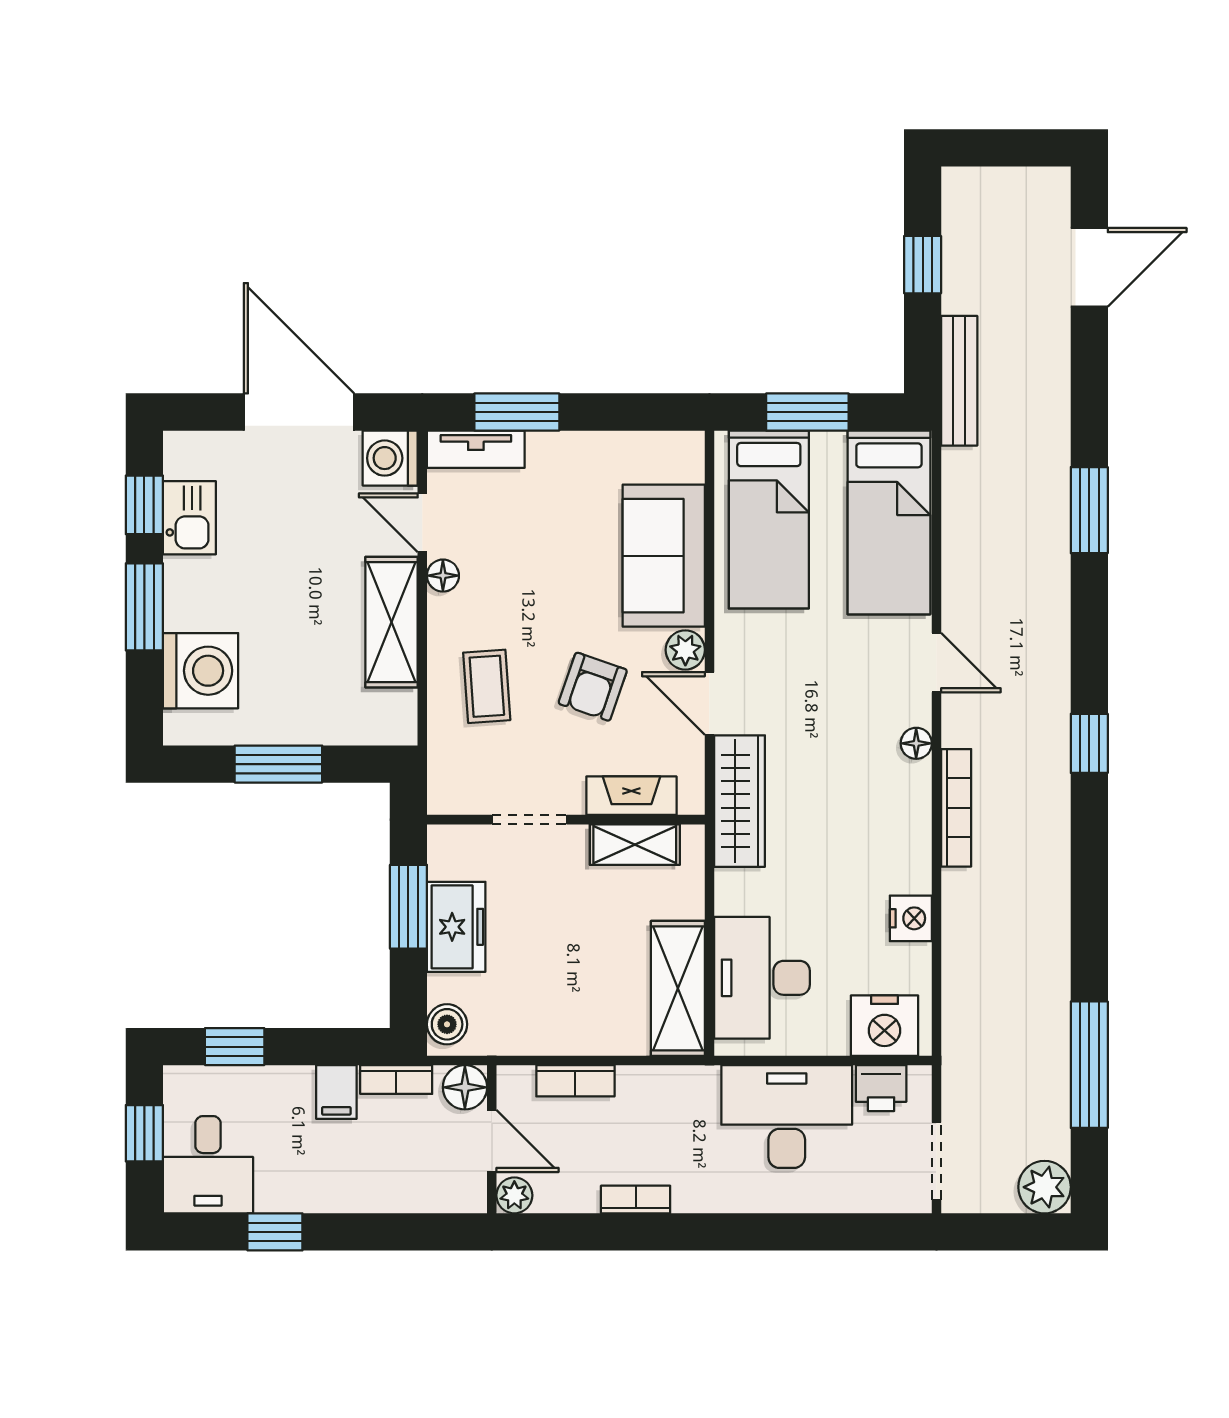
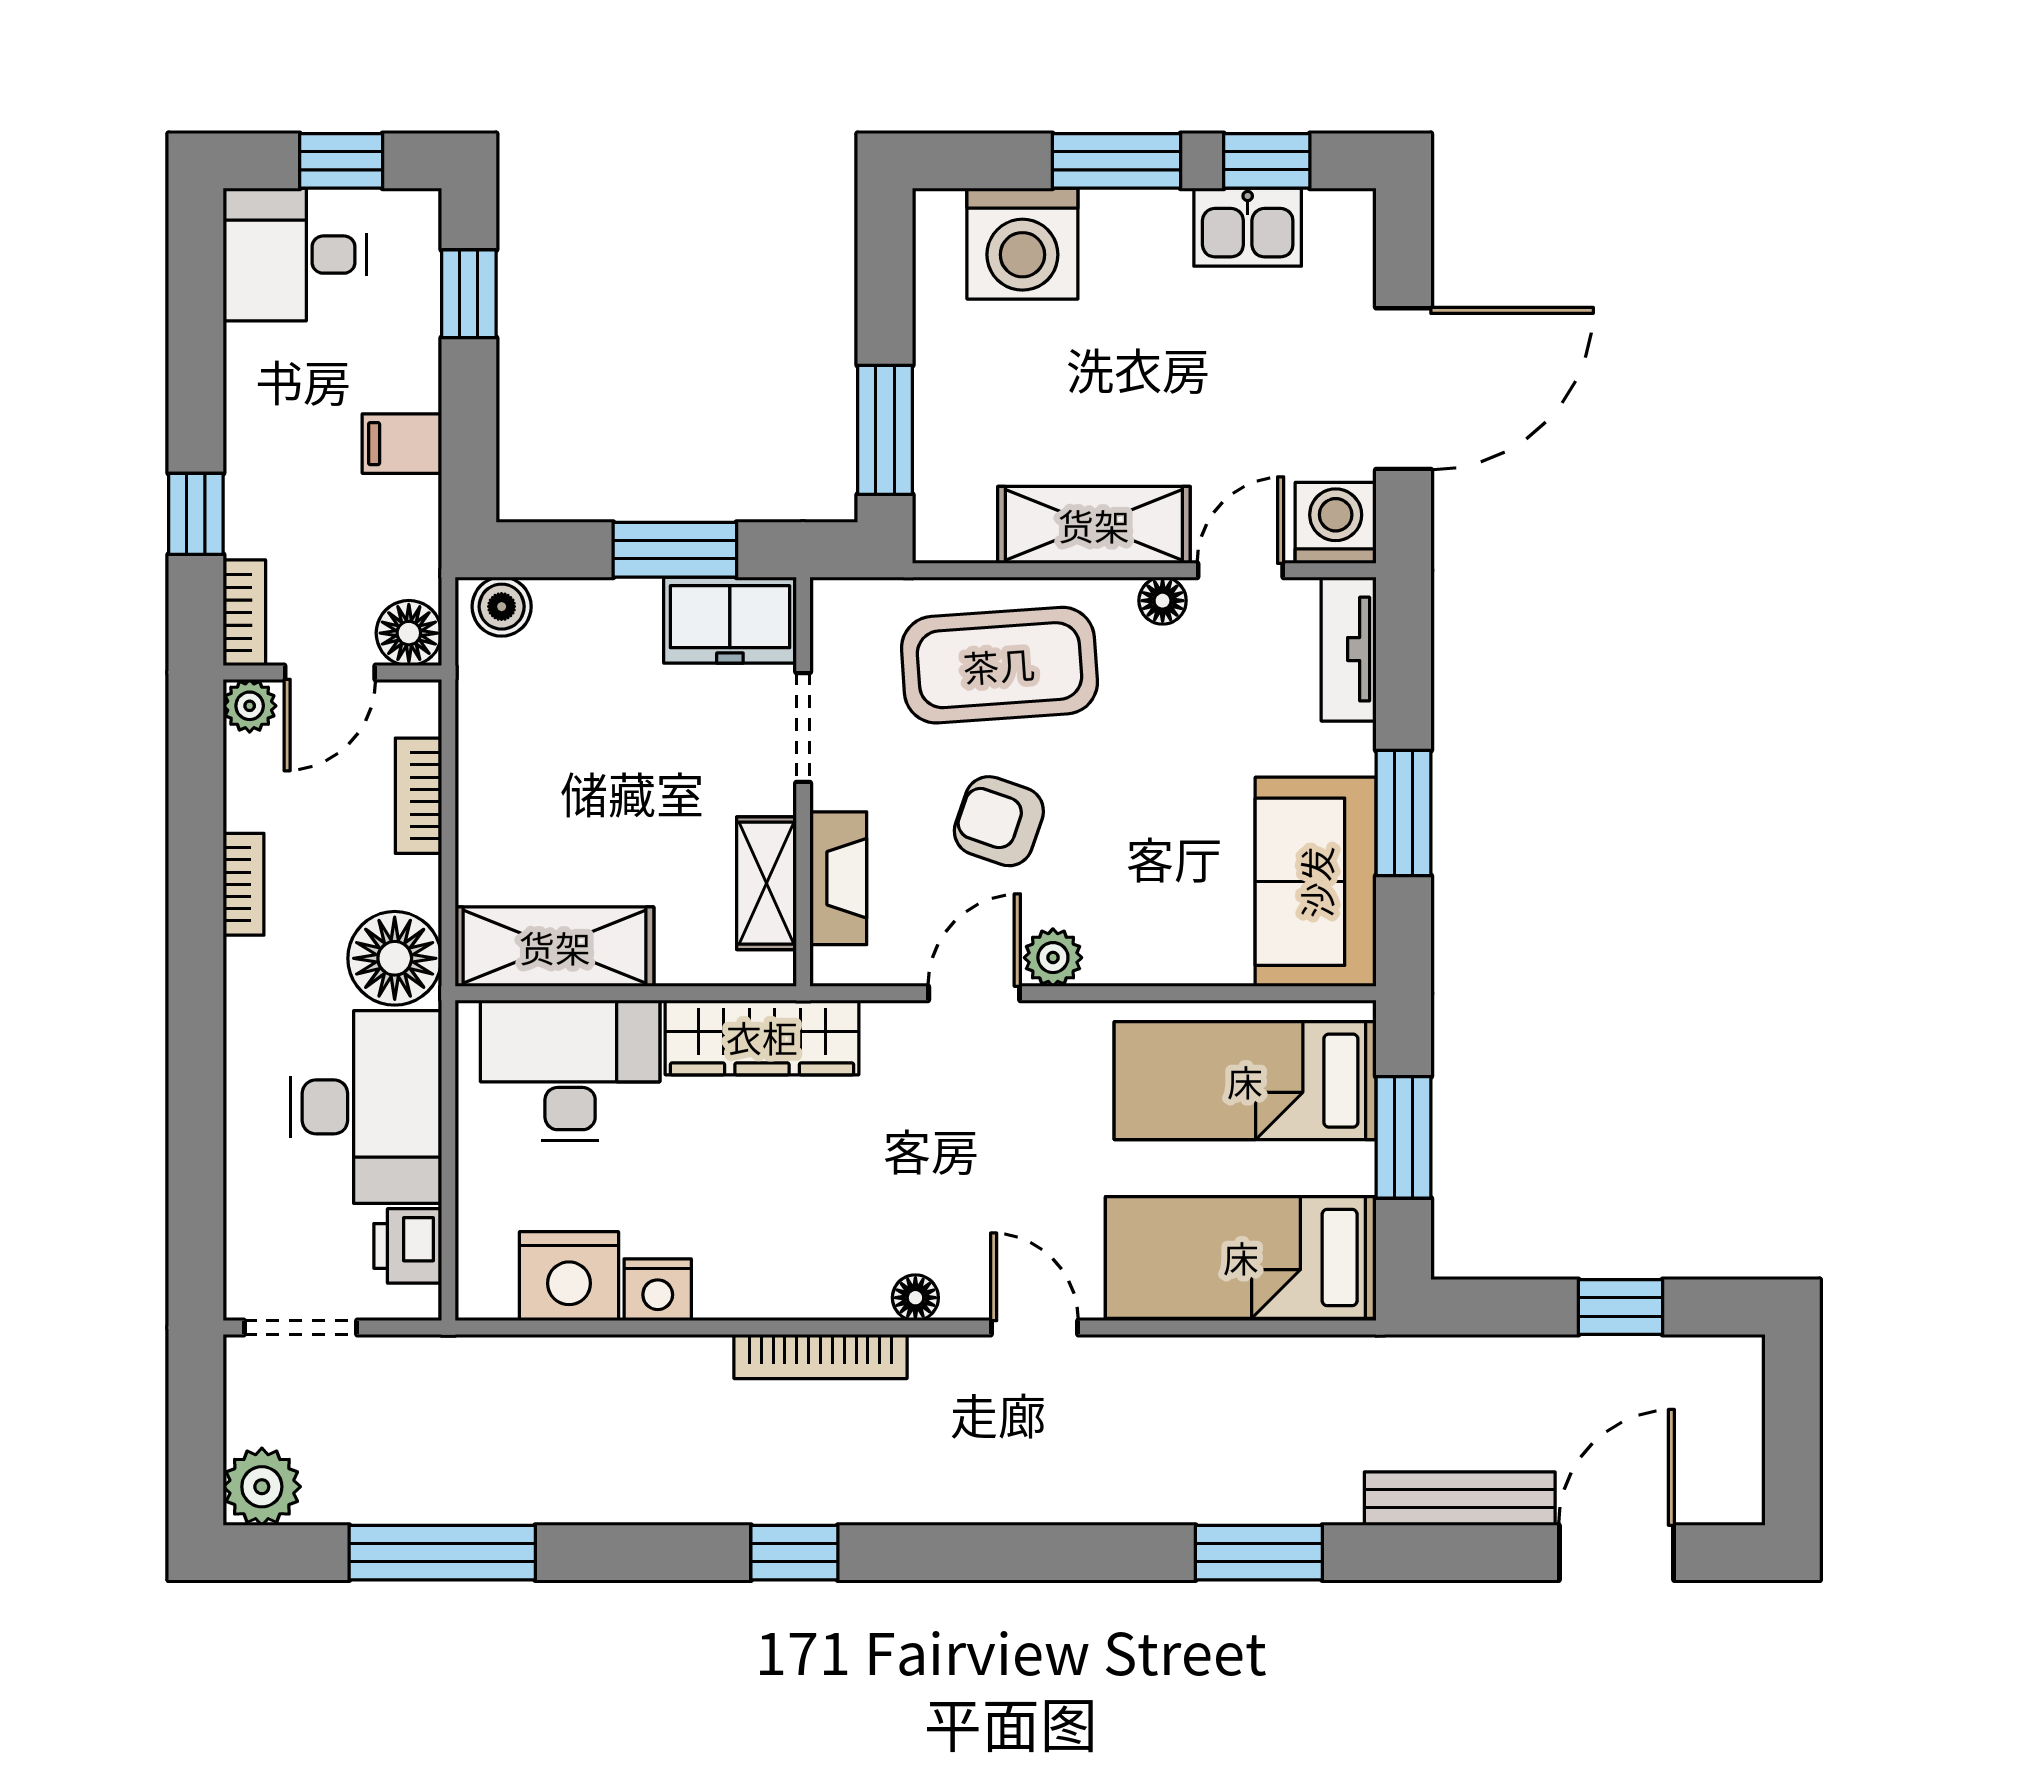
door: (1089, 267) -> (1617, 1553), swing flipped
bench: (959, 381) -> (1460, 1499), moved
window: (517, 412) -> (1403, 813), moved
sofa: (664, 556) -> (1316, 882), moved, turned -90
door: (936, 663) -> (1034, 1327), swing flipped
coffee table: (487, 686) -> (999, 665), width x1.86, depth x1.72
window: (1089, 743) -> (794, 1553), moved
window: (278, 764) -> (885, 430), moved
wardrobe: (740, 801) -> (762, 1037), moved
freezer: (456, 927) -> (730, 620), moved
nightstand: (884, 1026) -> (569, 1276), moved, turned -90
bookcase: (396, 1080) -> (244, 613), moved, turned 180
floor lamp: (686, 1097) -> (395, 958), added
window: (275, 1232) -> (196, 514), moved

